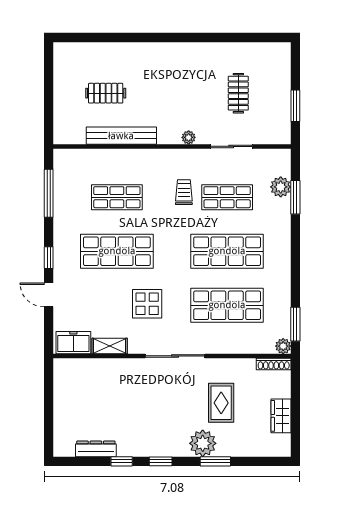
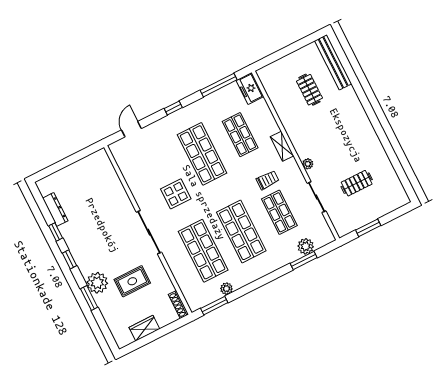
bench: (121, 136) -> (333, 62), moved
door: (49, 295) -> (131, 129), moved
freezer: (73, 343) -> (250, 89), moved, turned 180
shelving: (110, 346) -> (282, 146), moved
plant: (283, 346) -> (226, 289), moved

